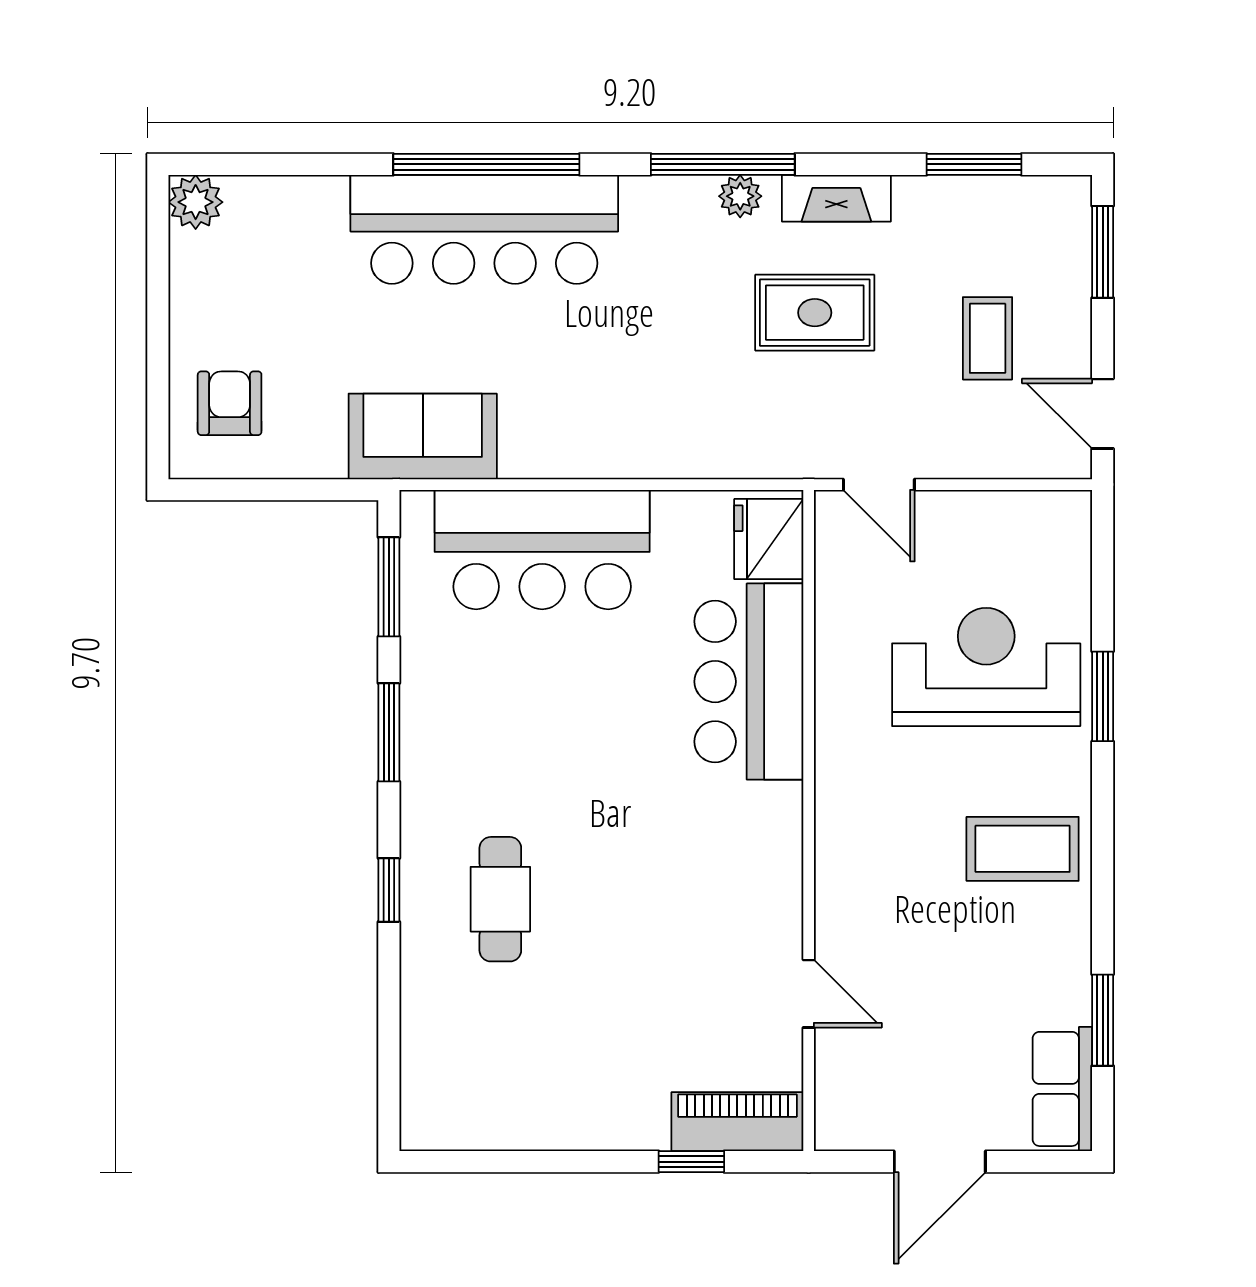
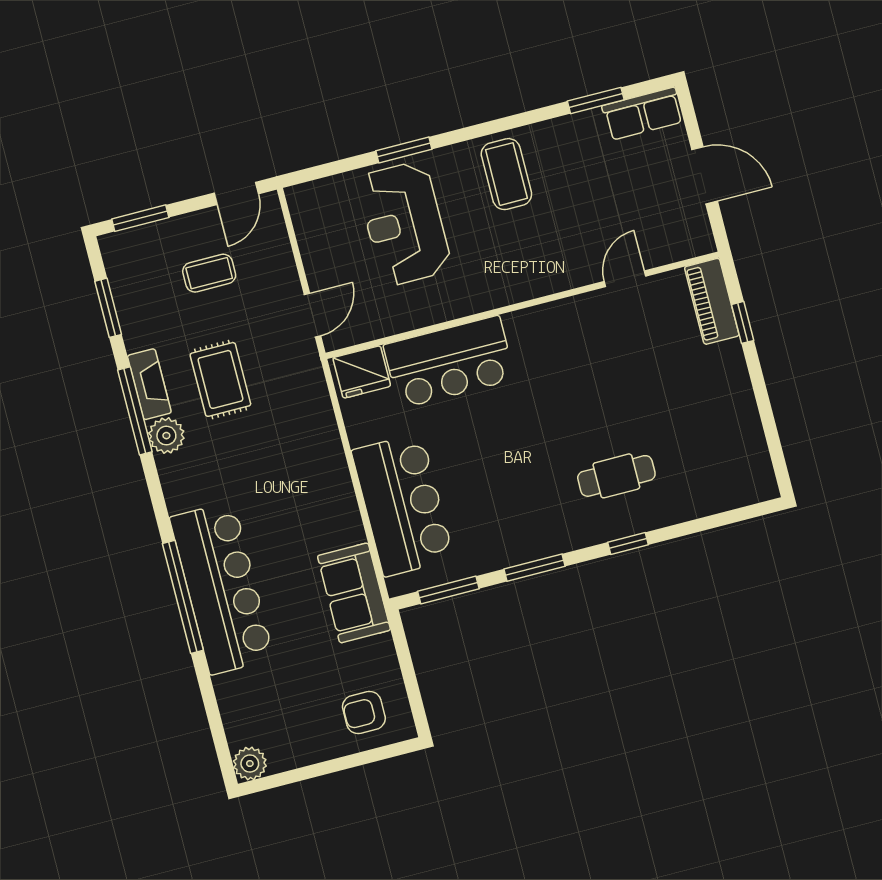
window: (723, 164) -> (135, 411), moved
plant: (740, 196) -> (166, 436), width x1.38, depth x1.38

